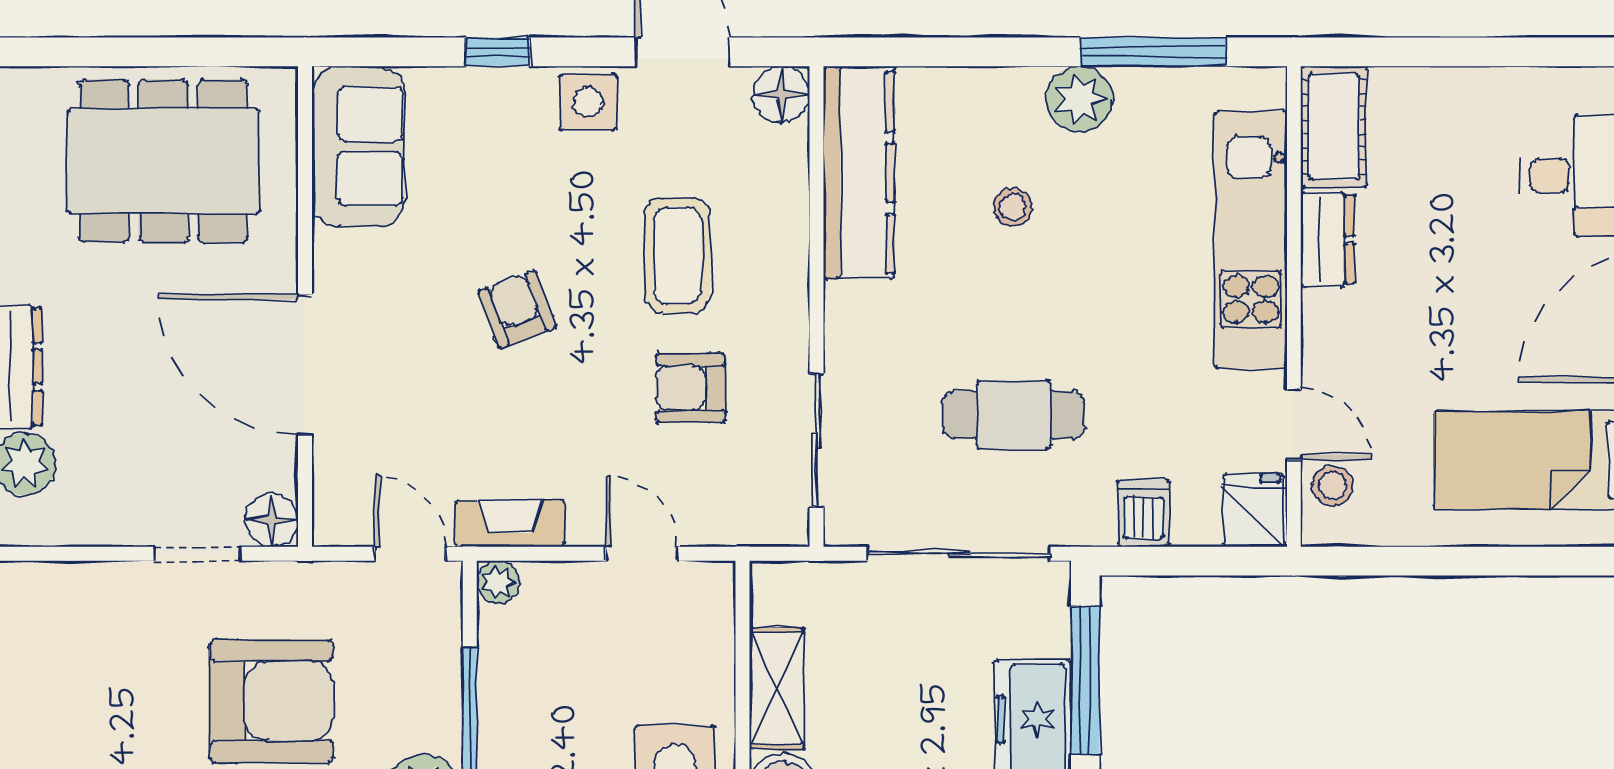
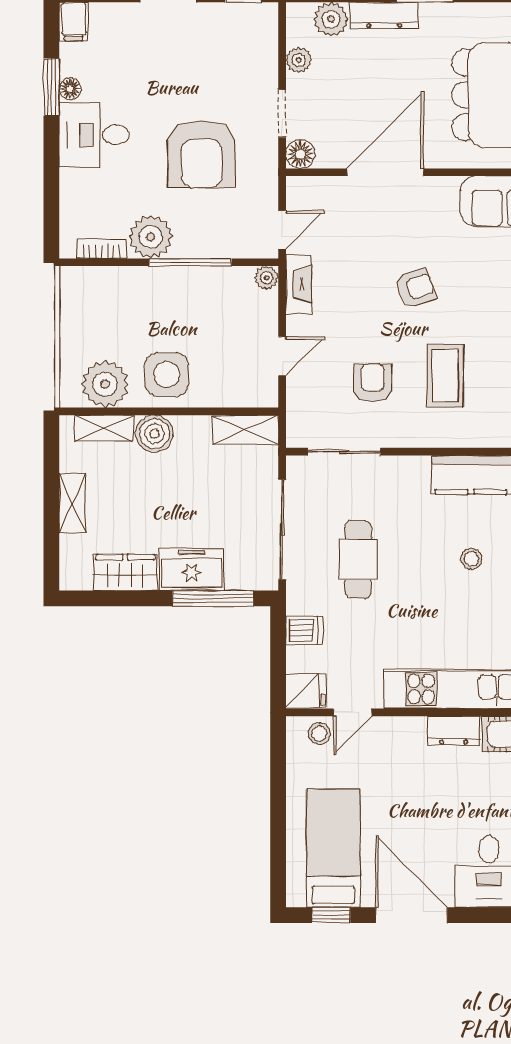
coffee table: (677, 255) -> (445, 376), turned 90
plant: (100, 523) -> (299, 60), added
shelving: (777, 688) -> (245, 430), moved

